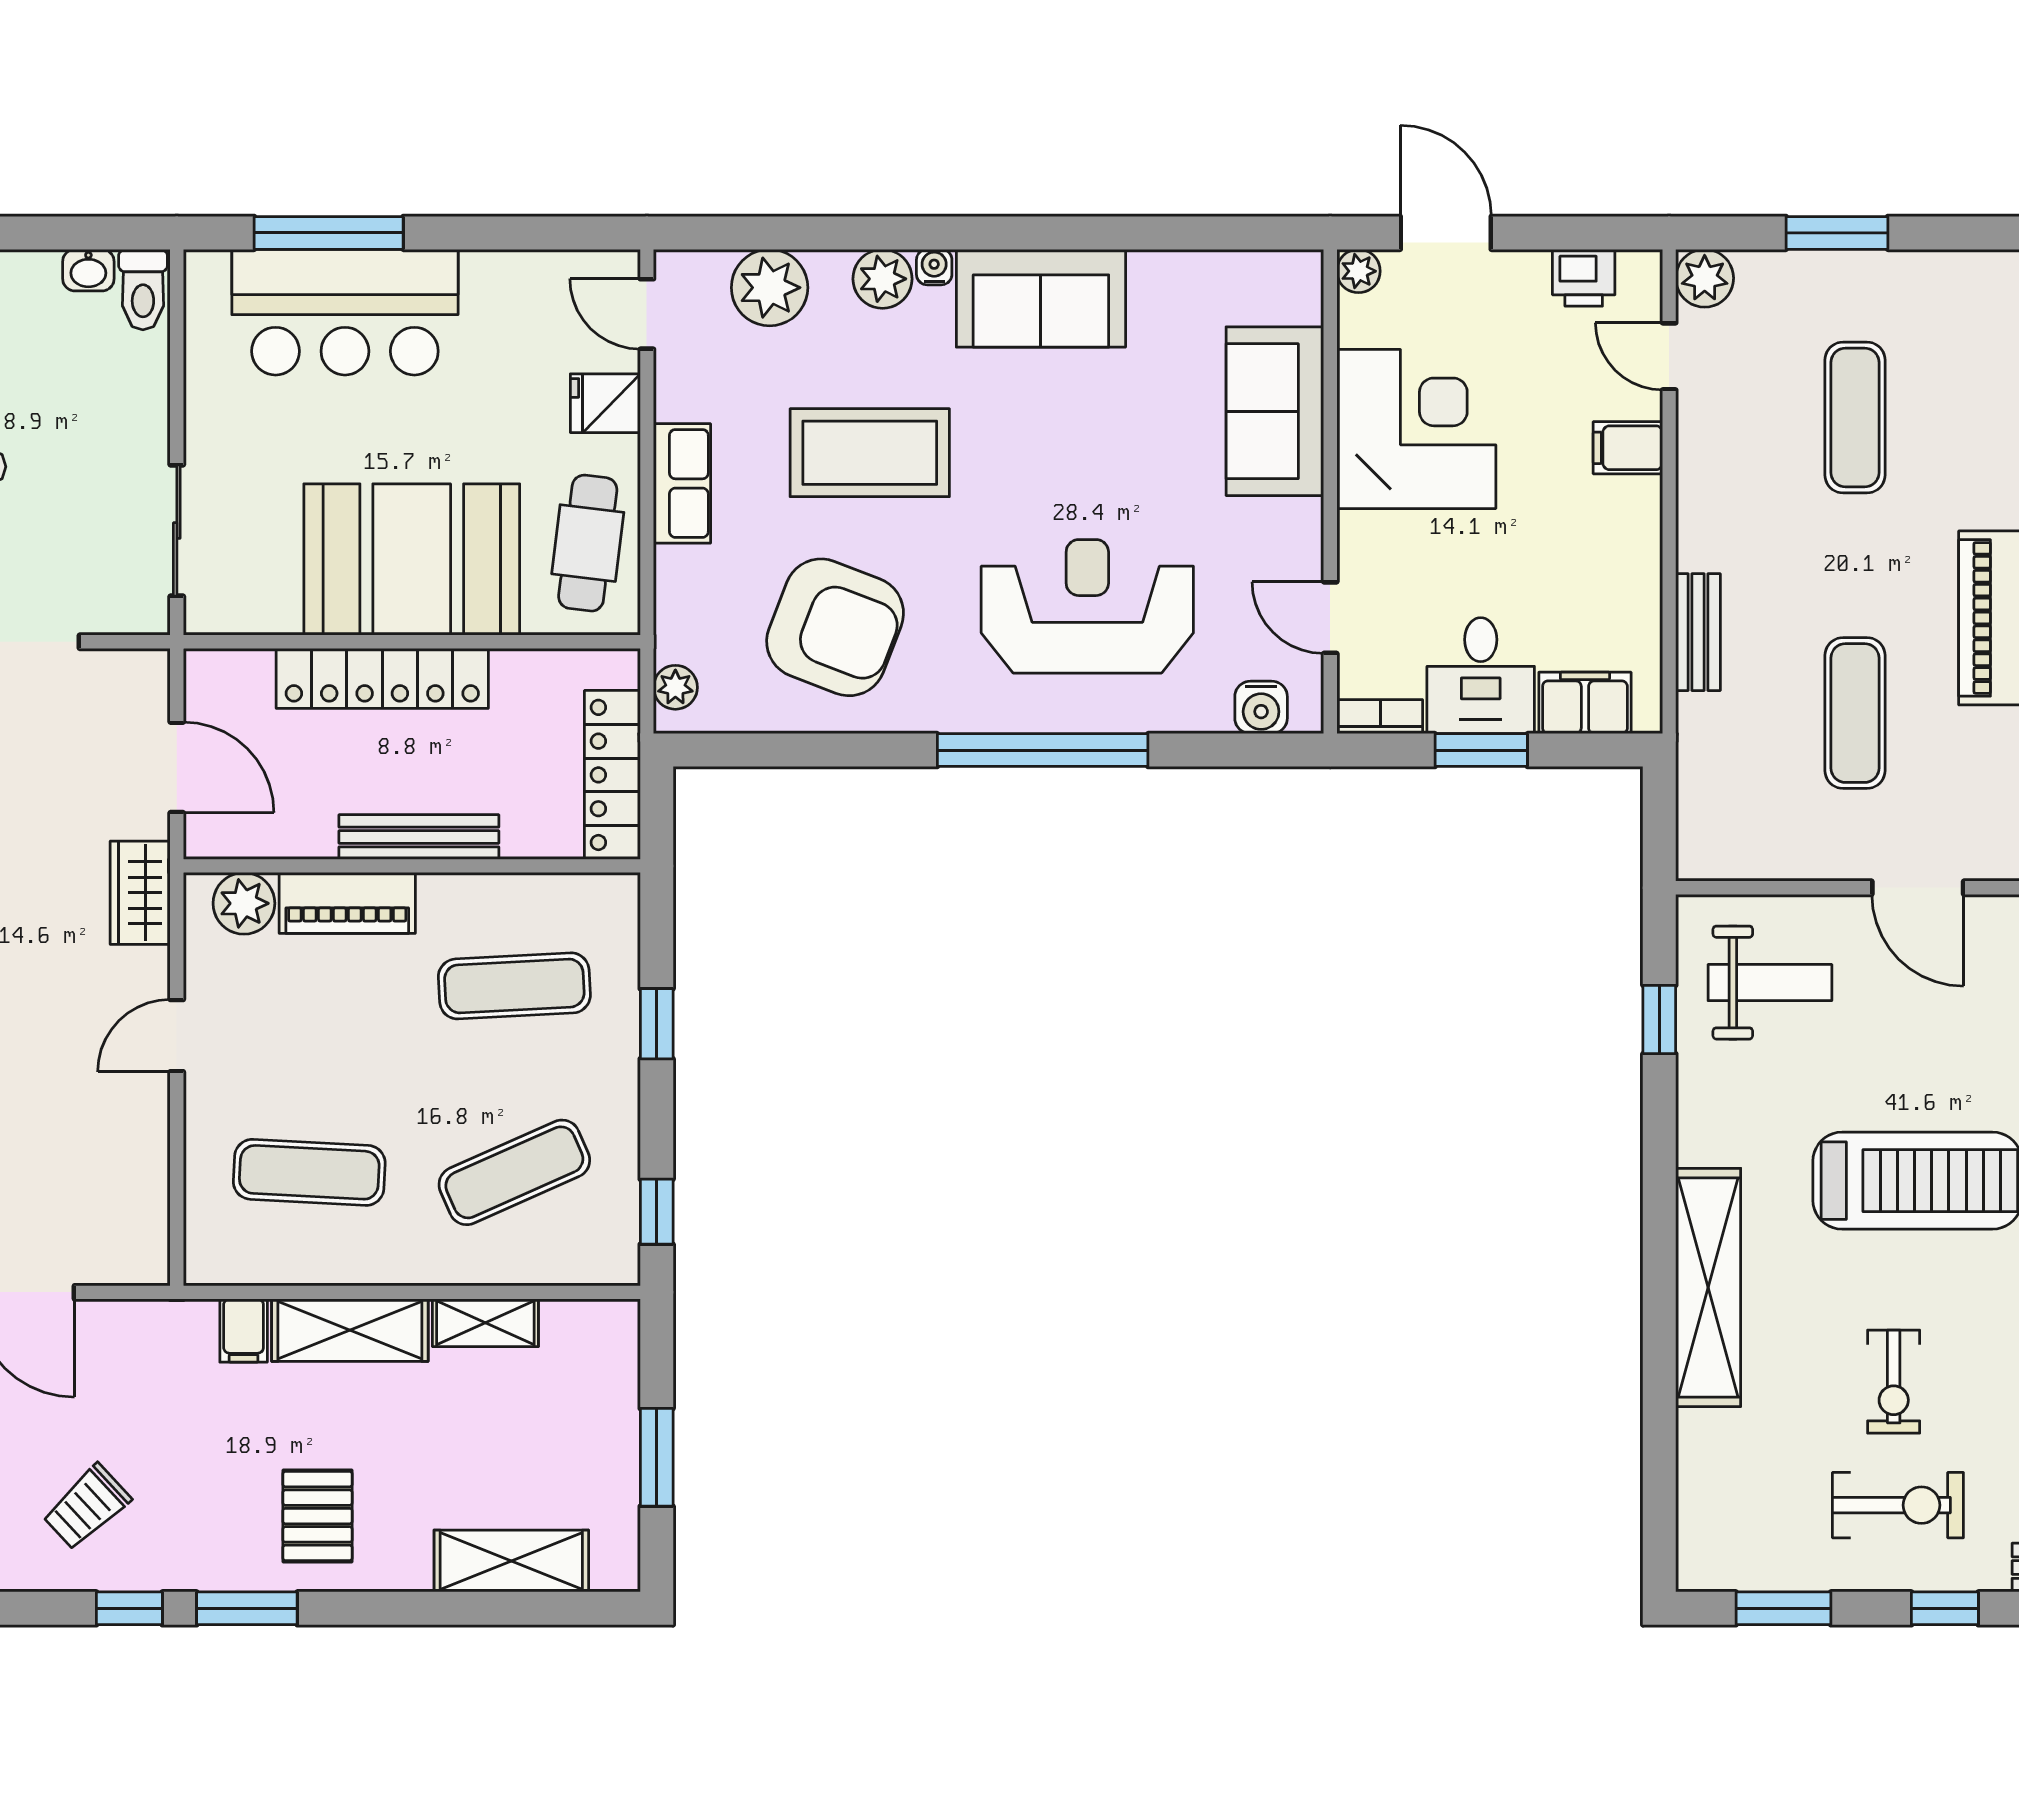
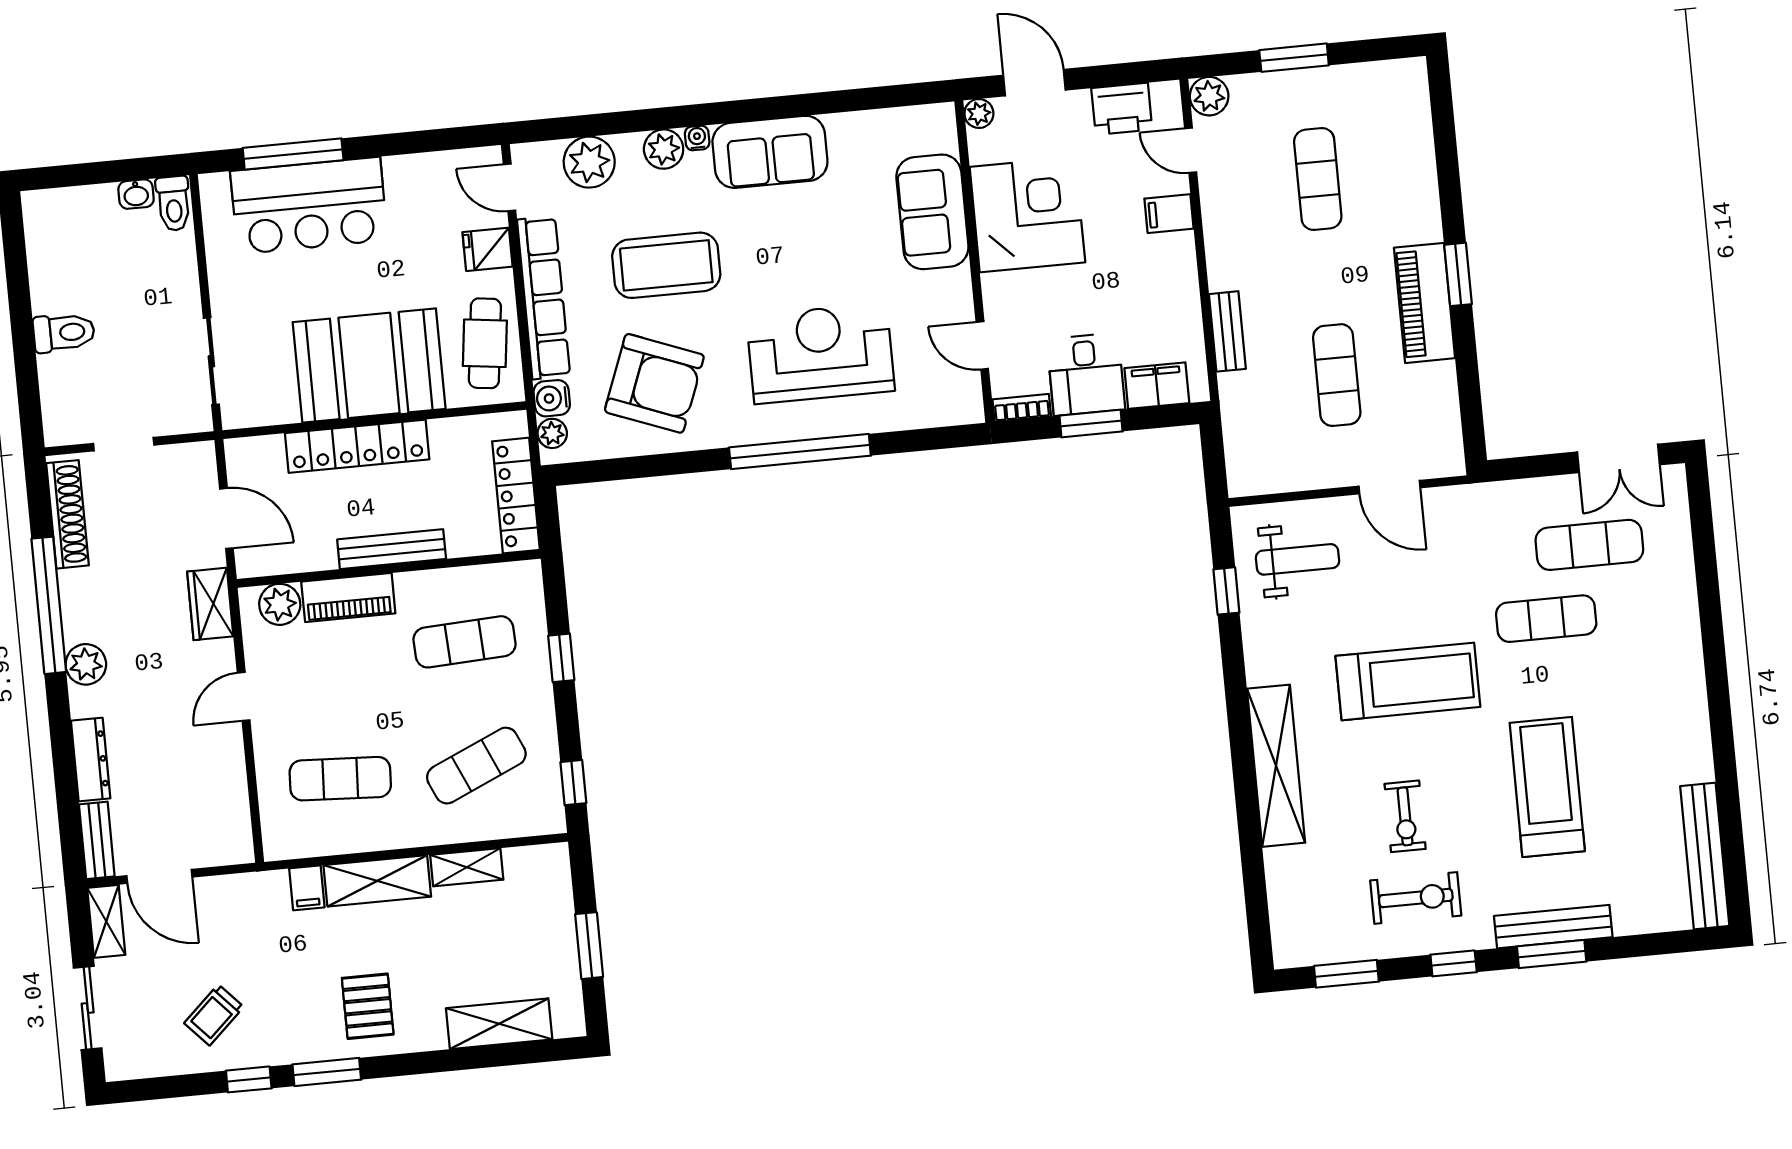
printer: (1584, 278) -> (1122, 109), width x1.36, depth x1.24
row of seats: (682, 483) -> (544, 298), width x2.02
water cooler: (1261, 707) -> (552, 398), moved, turned 90

